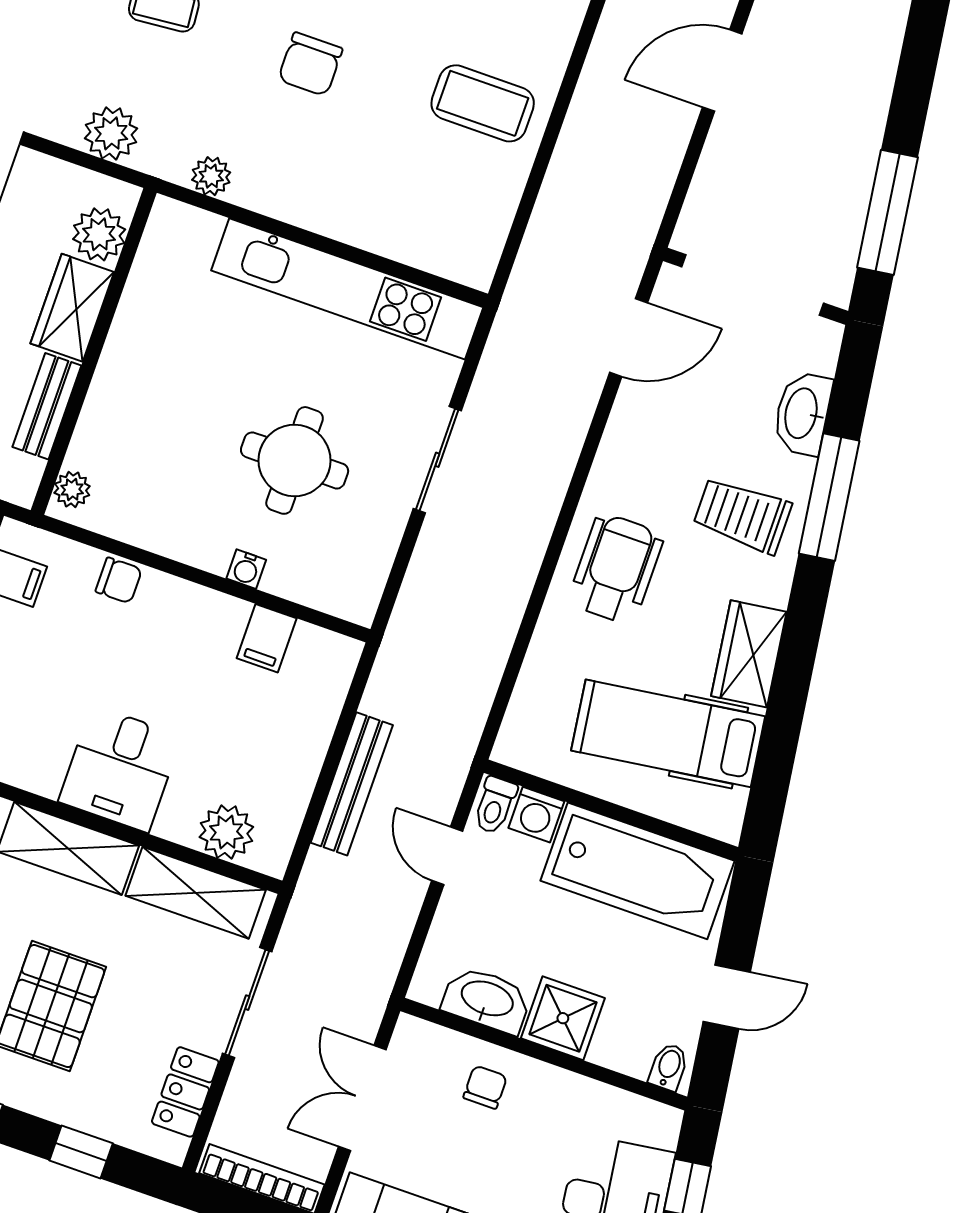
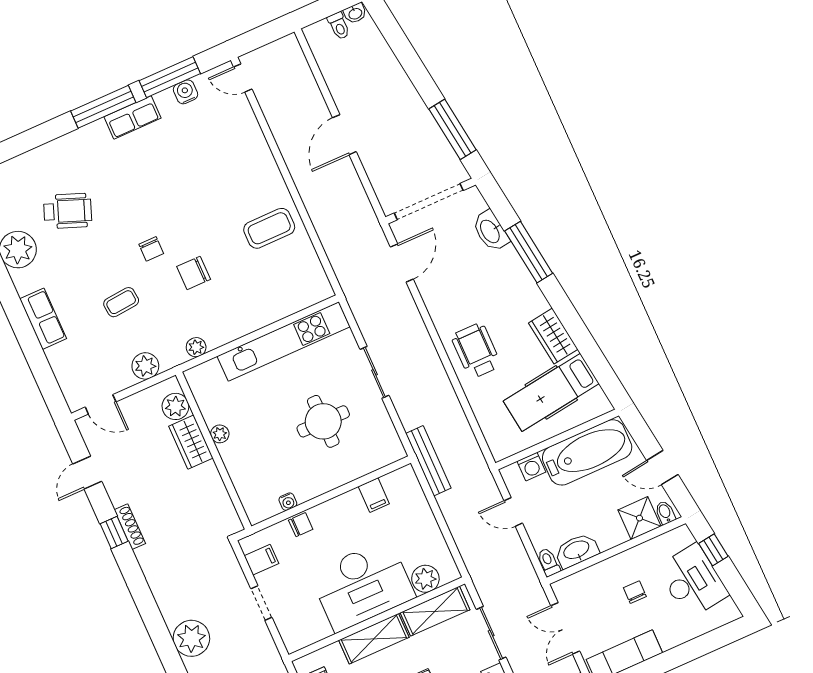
chair: (310, 64) -> (194, 273), turned 90
bench: (47, 406) -> (215, 486), removed
plant: (72, 489) -> (220, 434), moved
trolley: (742, 515) -> (504, 288), removed
water cooler: (246, 569) -> (288, 502), moved
desk: (120, 769) -> (362, 585), width x1.87, depth x1.30
bench: (352, 784) -> (428, 461), moved
toilet: (495, 805) -> (548, 562), moved, turned 180
door: (727, 997) -> (662, 467), swing flipped
shower: (563, 1018) -> (639, 518), moved
chair: (485, 1087) -> (635, 592), moved

